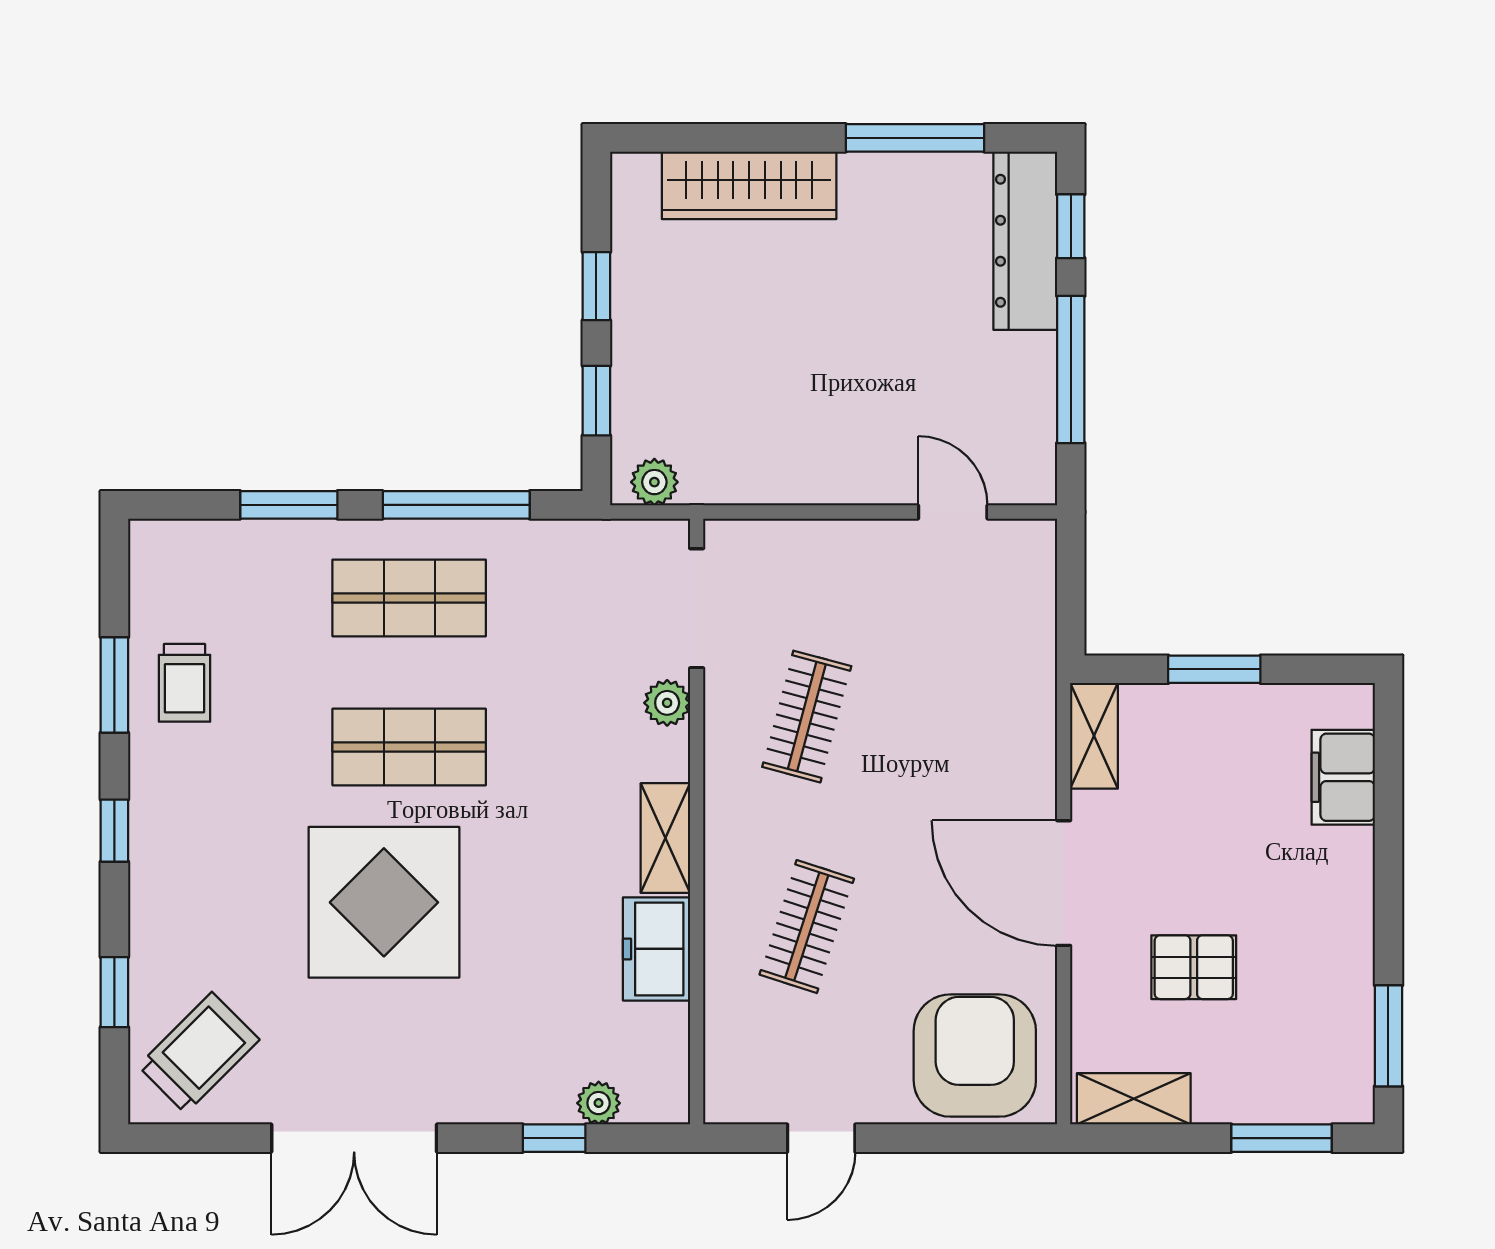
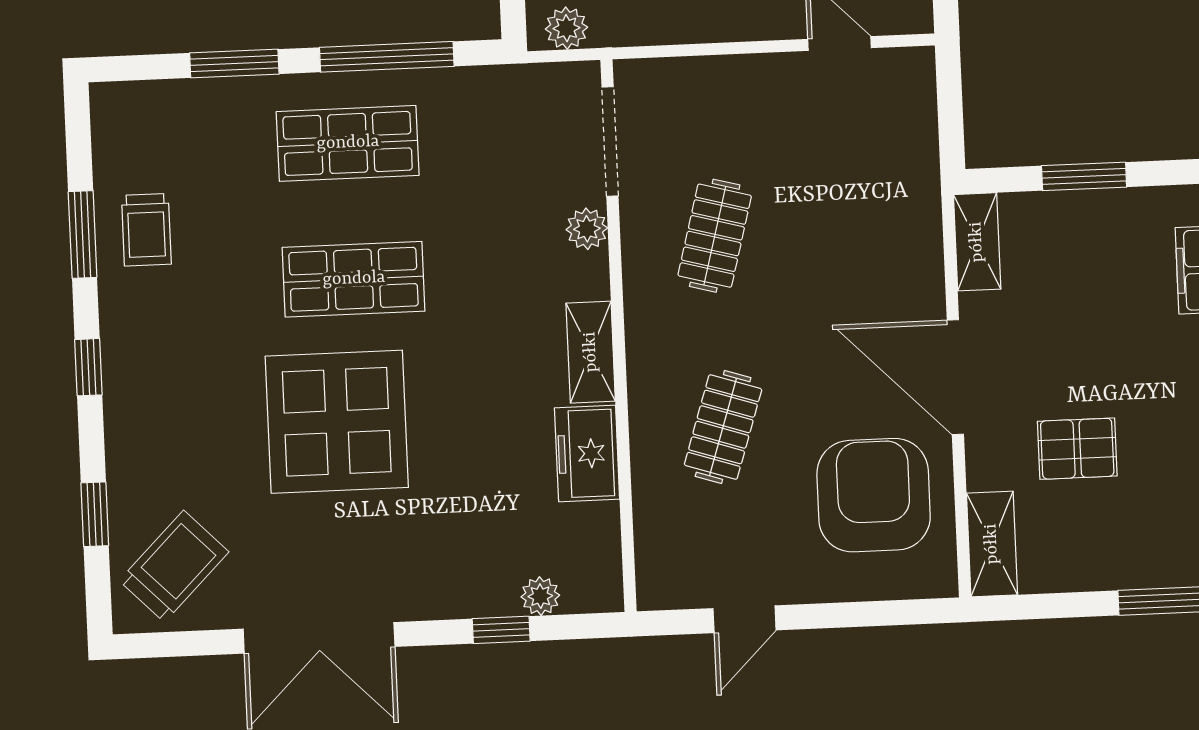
armchair: (975, 1056) -> (874, 495), moved
shelving: (1134, 1099) -> (992, 544), moved, turned 90

